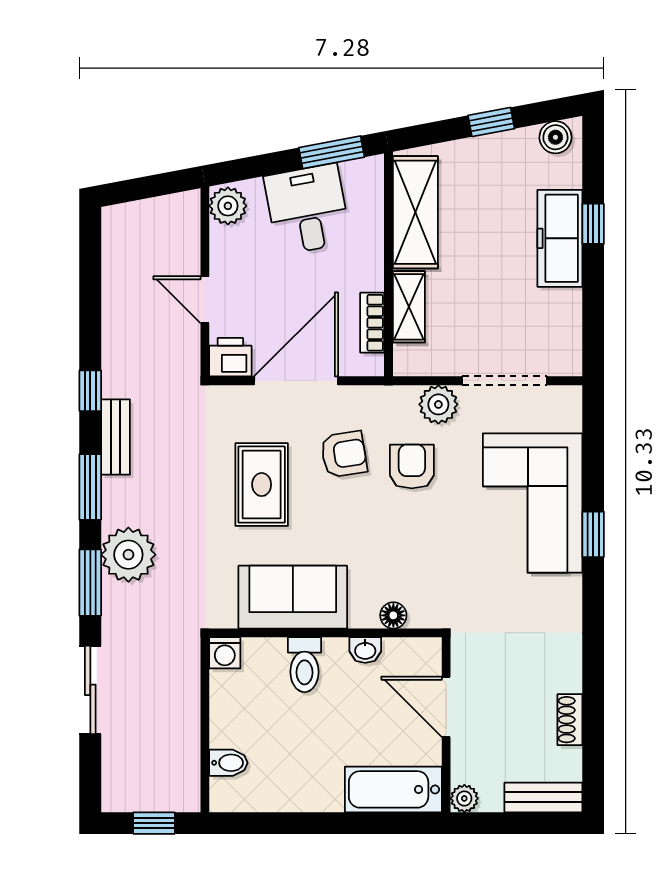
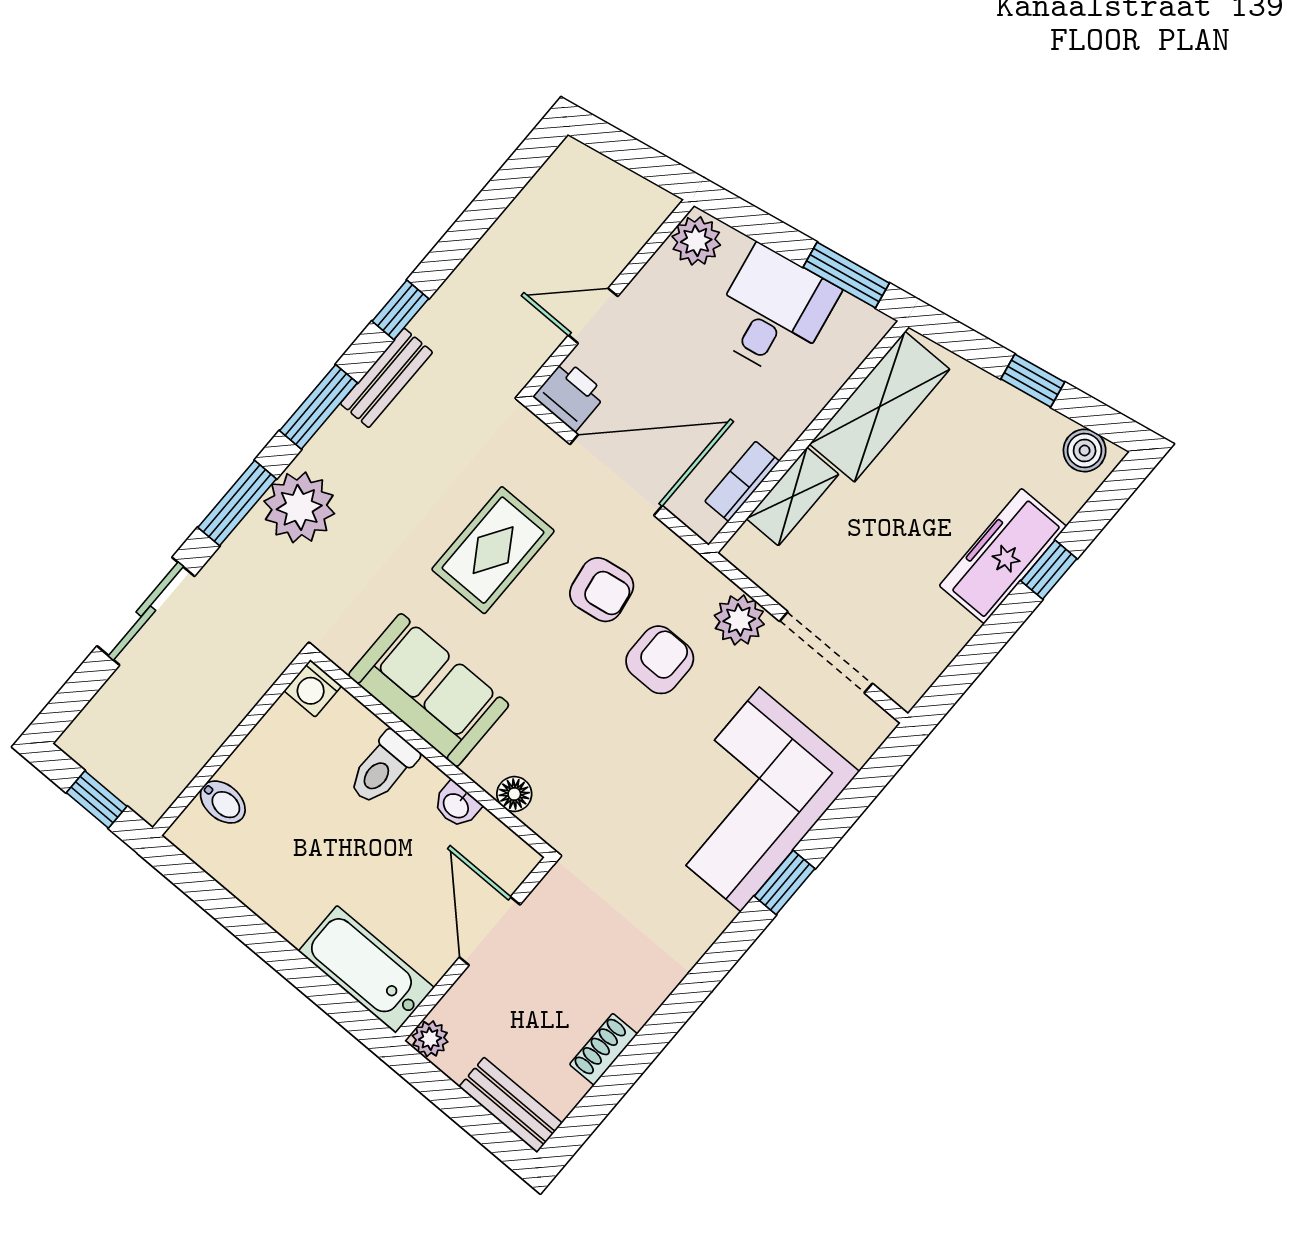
door: (205, 300) -> (593, 316), hinge flipped

